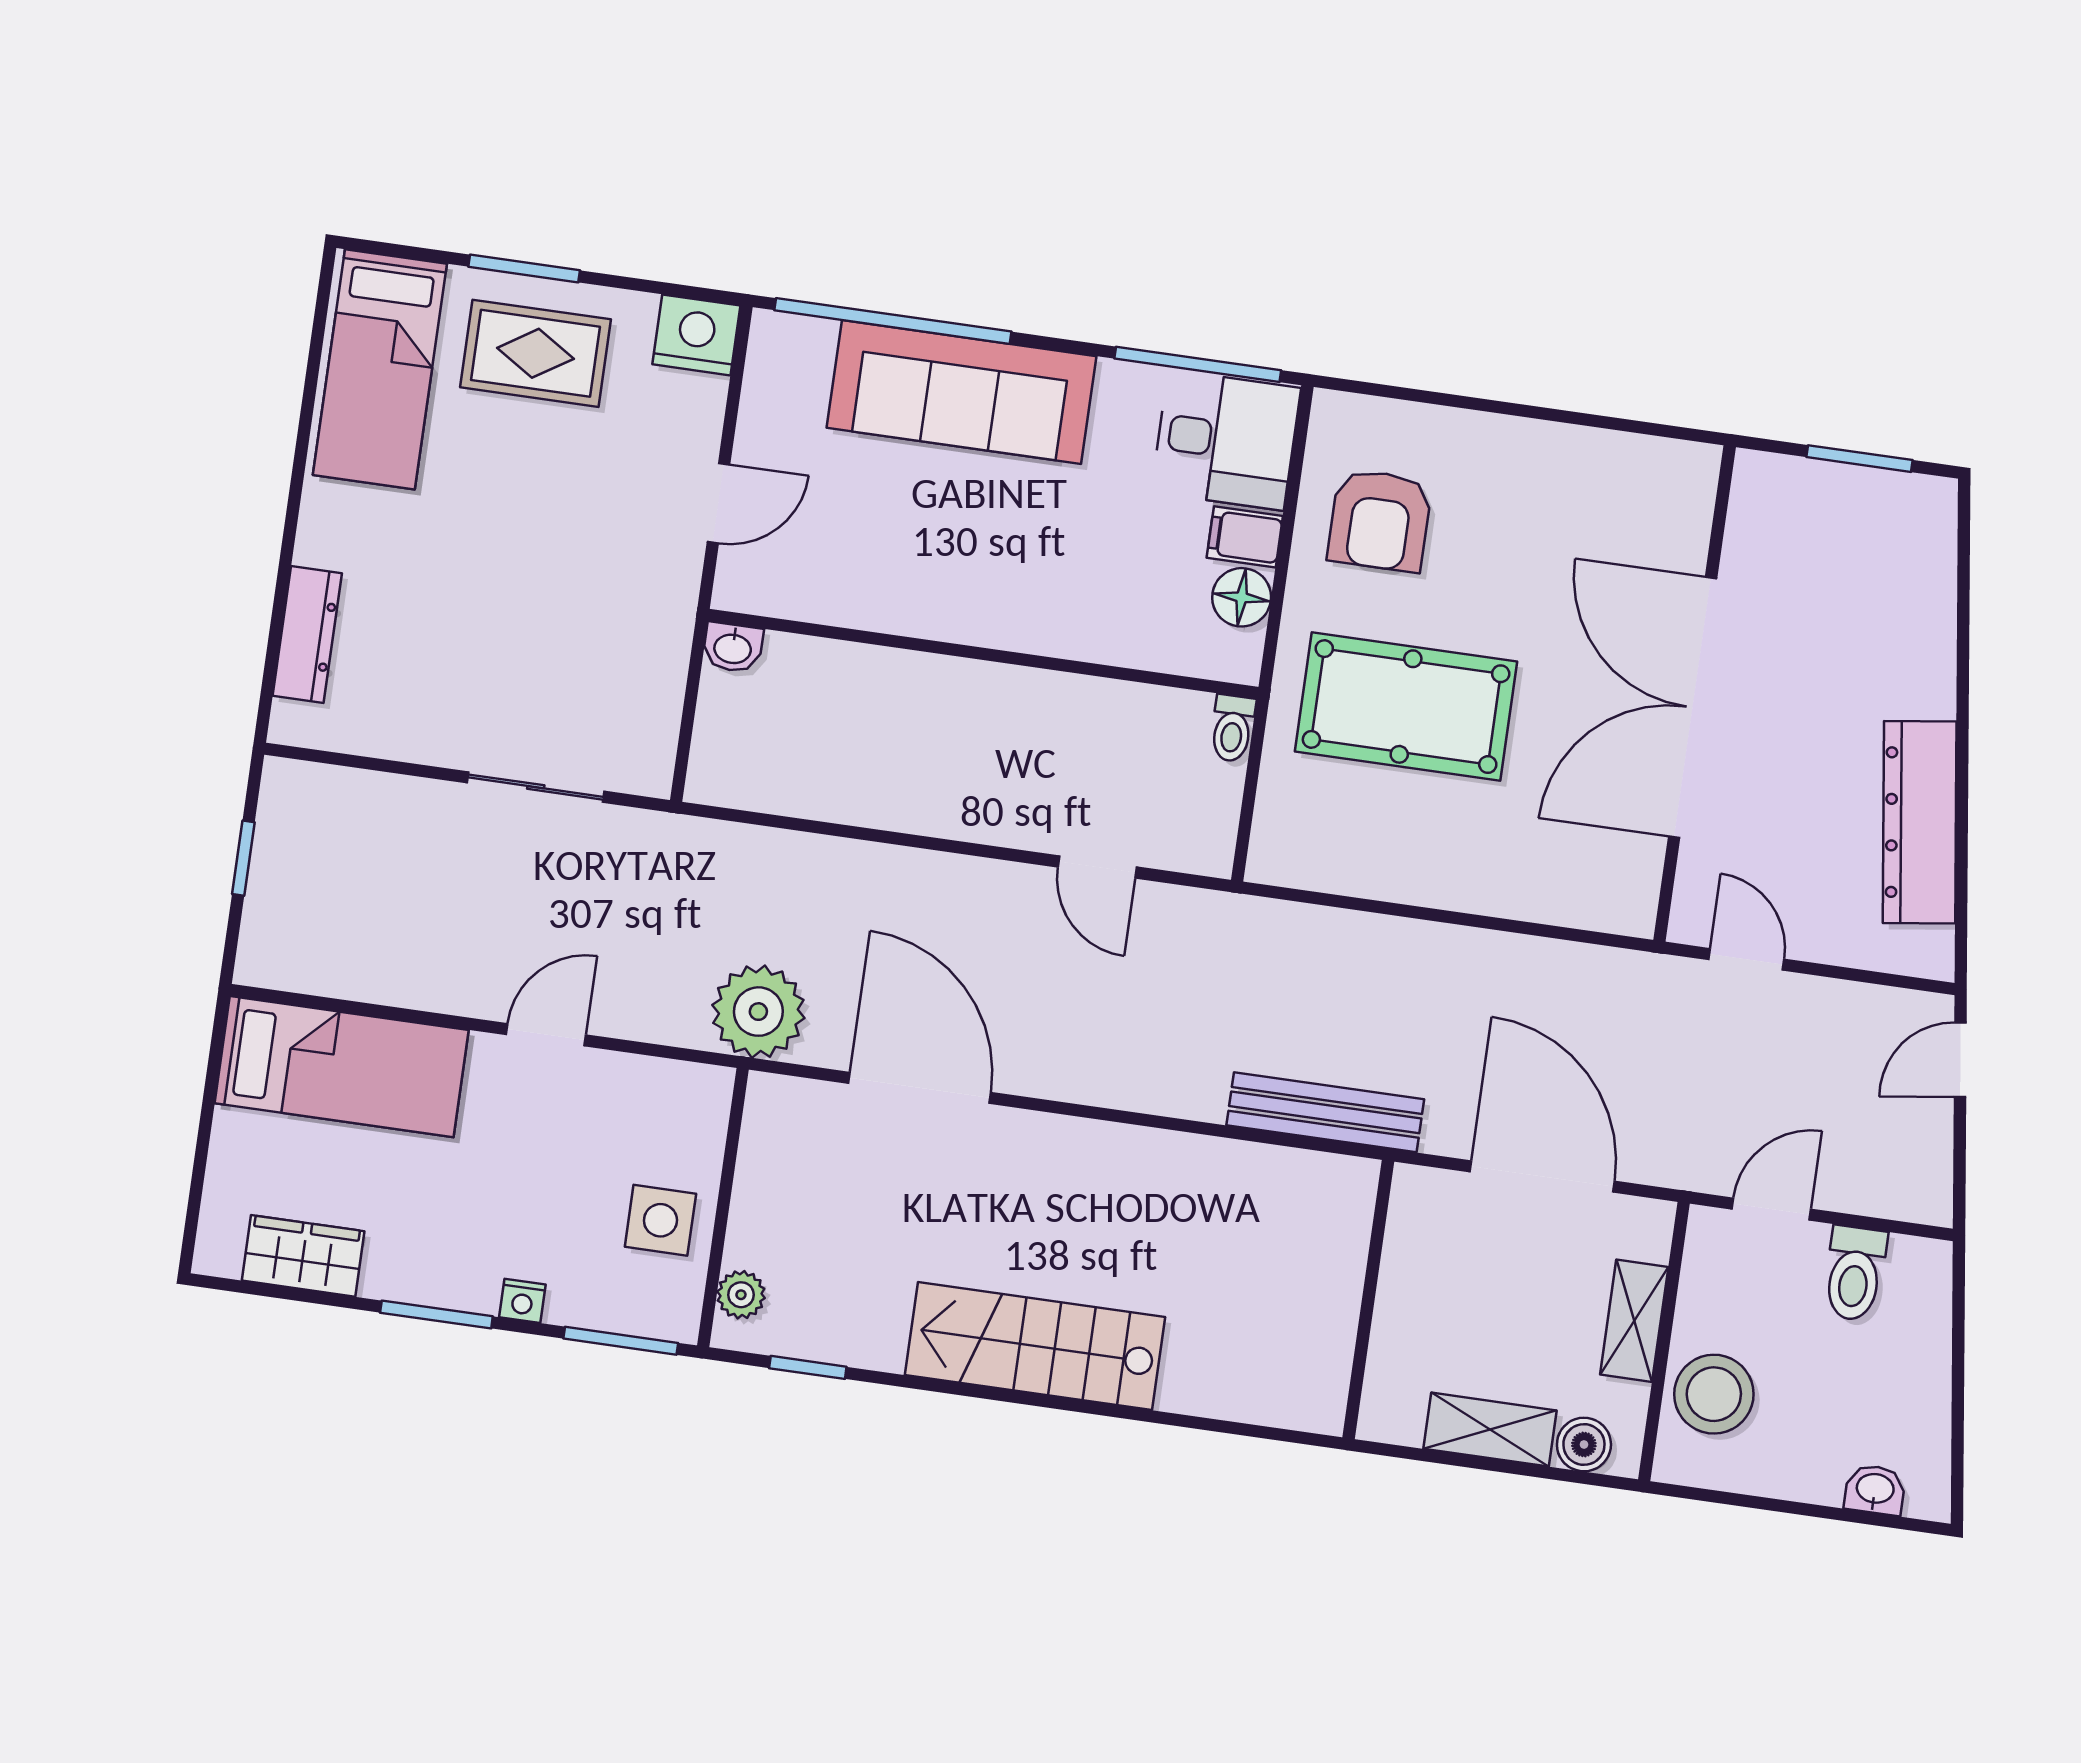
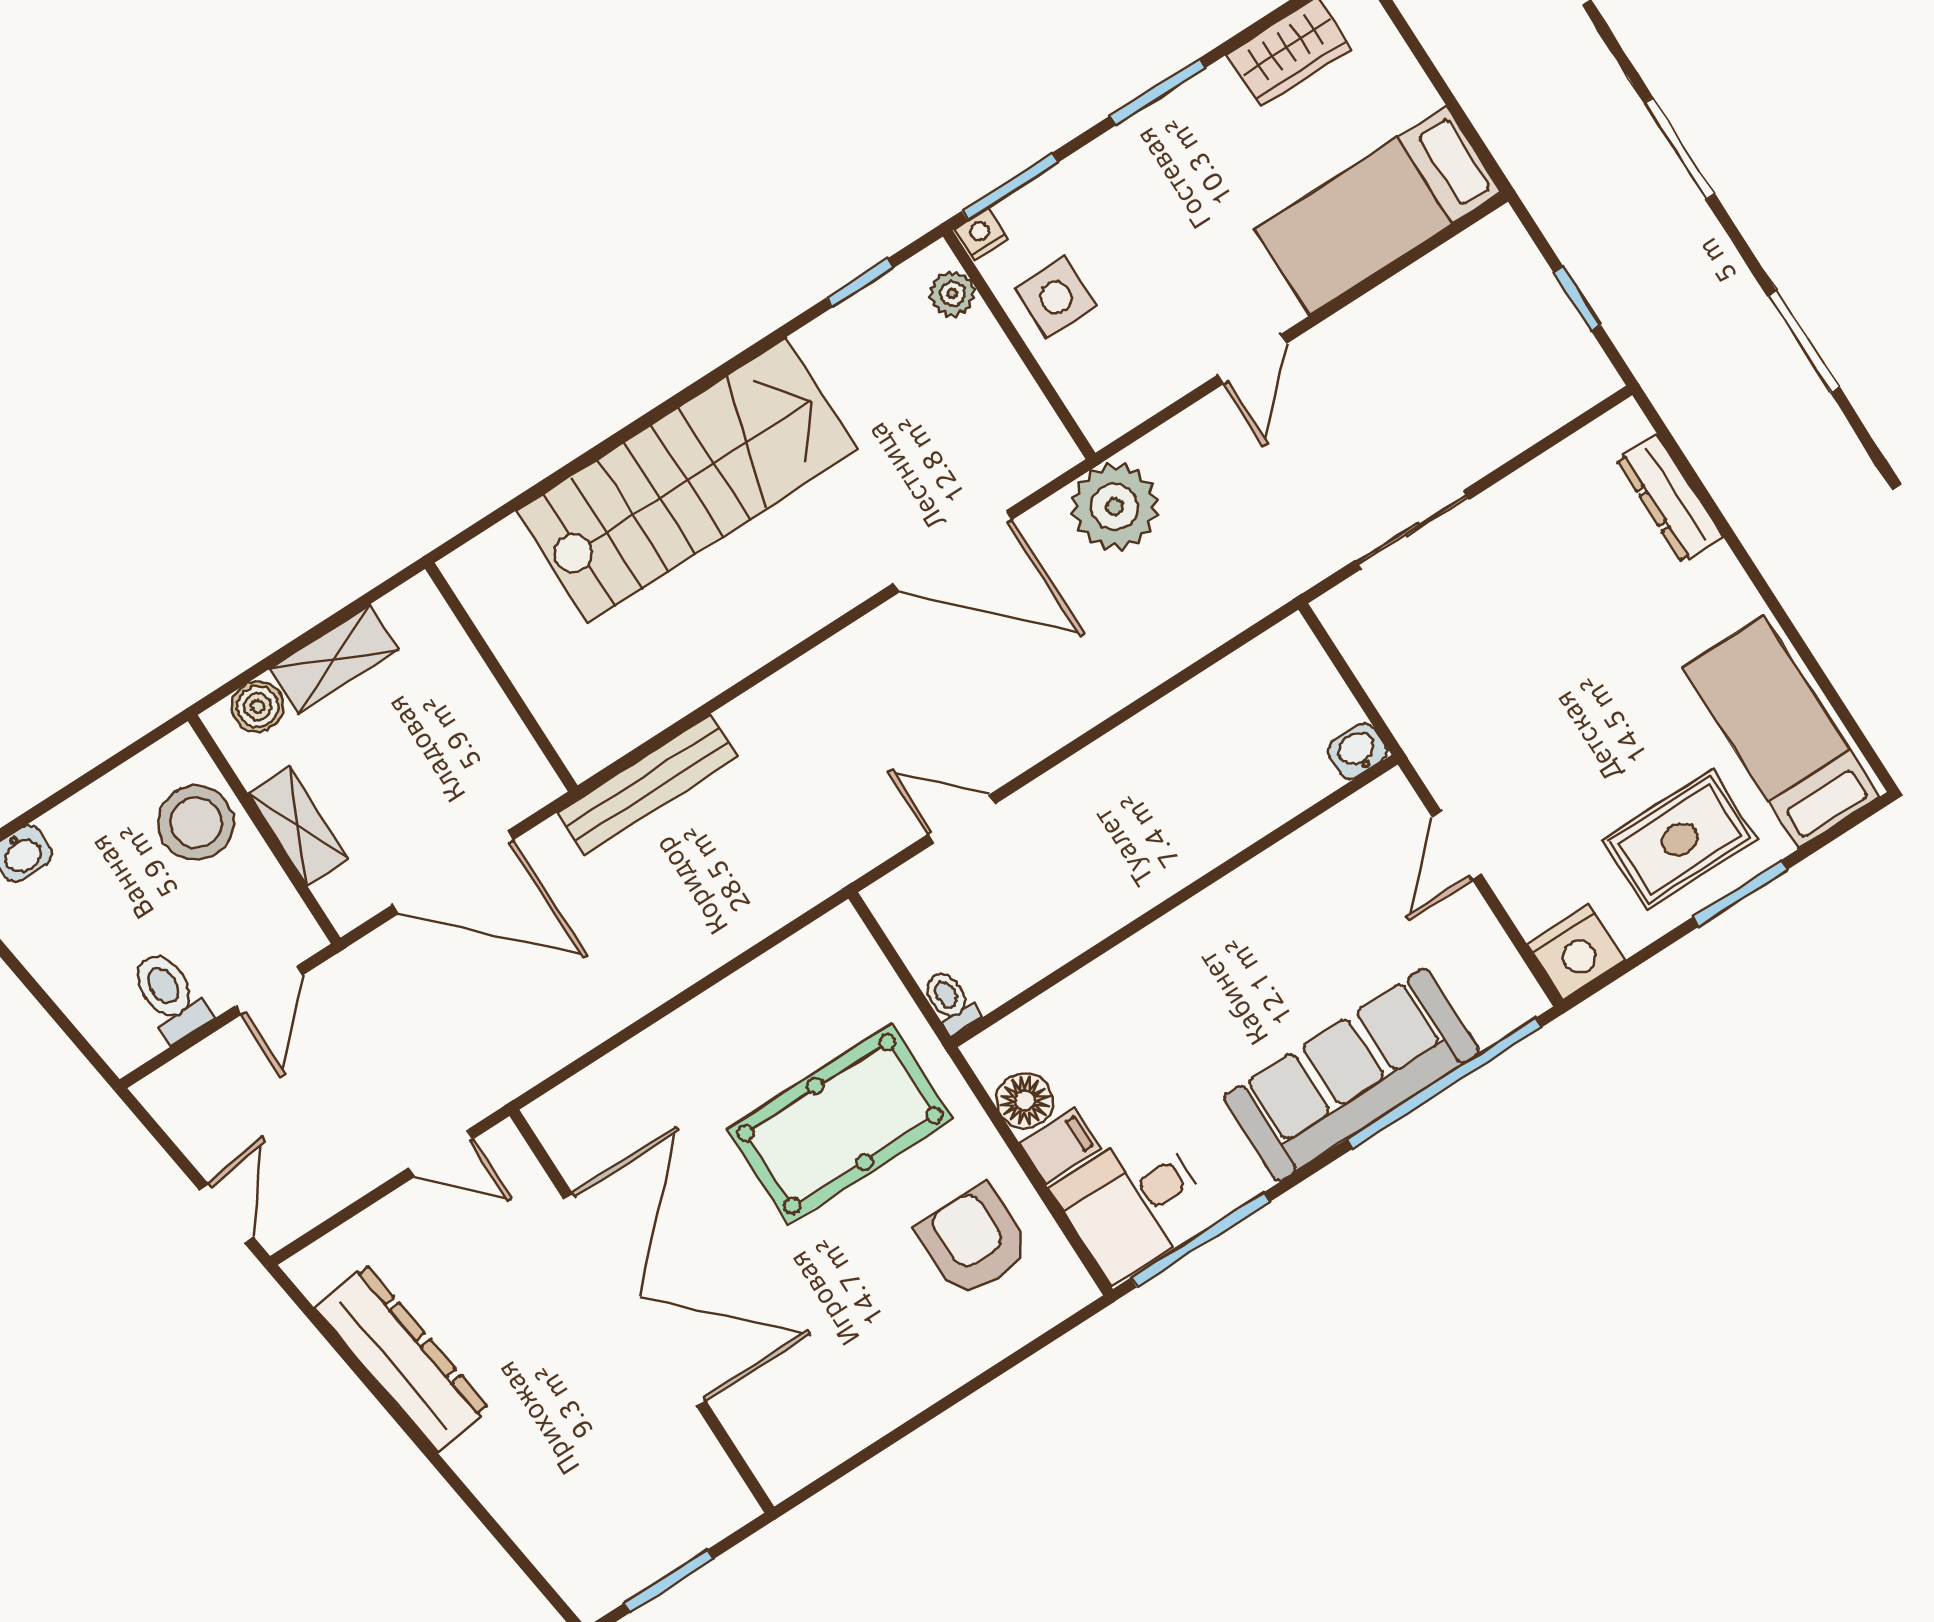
nightstand: (522, 1301) -> (981, 234), moved
stairs: (1035, 1346) -> (687, 480), width x1.36, depth x1.51

